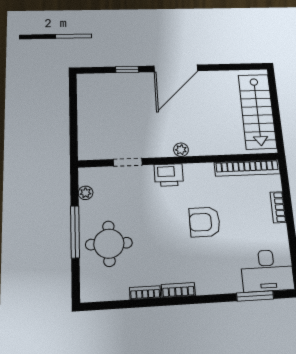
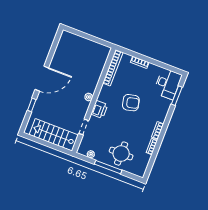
door: (176, 68) -> (42, 79), hinge flipped
stairs: (257, 111) -> (54, 135), moved, turned 180
armchair: (205, 222) -> (131, 103), turned -103

